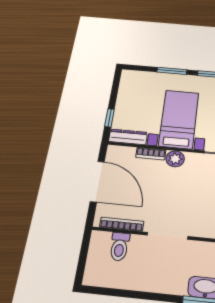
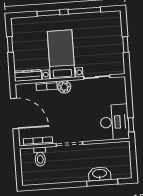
window: (109, 118) -> (10, 44), moved

